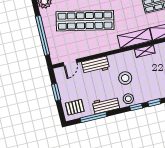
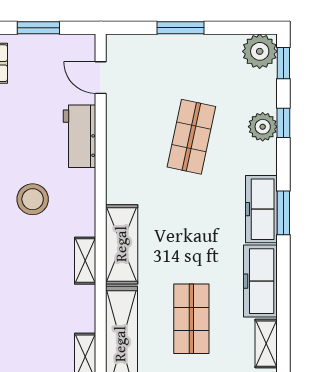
shop shelf: (85, 21) -> (191, 137), width x0.50, depth x0.74
window: (43, 35) -> (181, 28), width x0.47

